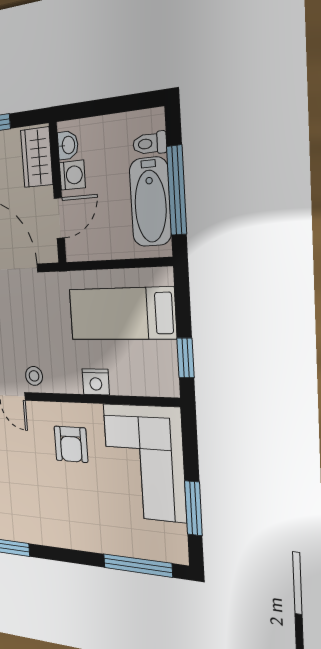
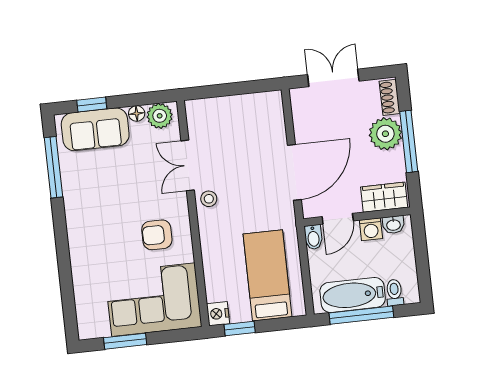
door: (59, 218) -> (338, 219), hinge flipped
bidet: (79, 251) -> (313, 237), added
nightstand: (96, 382) -> (218, 314), moved
window: (138, 565) -> (68, 298), removed

